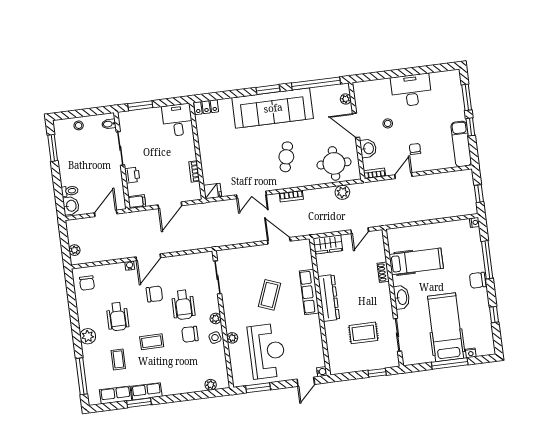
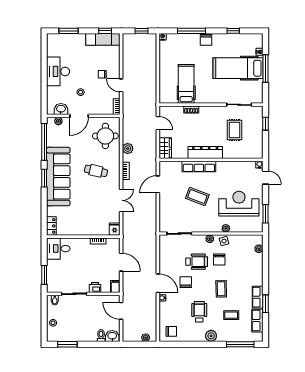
window: (470, 127) -> (105, 31), moved
washbasin: (368, 148) -> (61, 109), moved
plant: (342, 192) -> (128, 148), moved
washbasin: (402, 297) -> (212, 98), removed
wheelchair: (118, 317) -> (199, 312), turned -90

